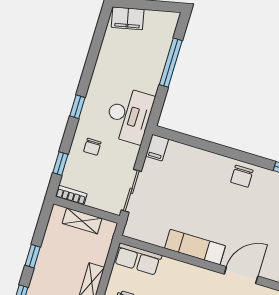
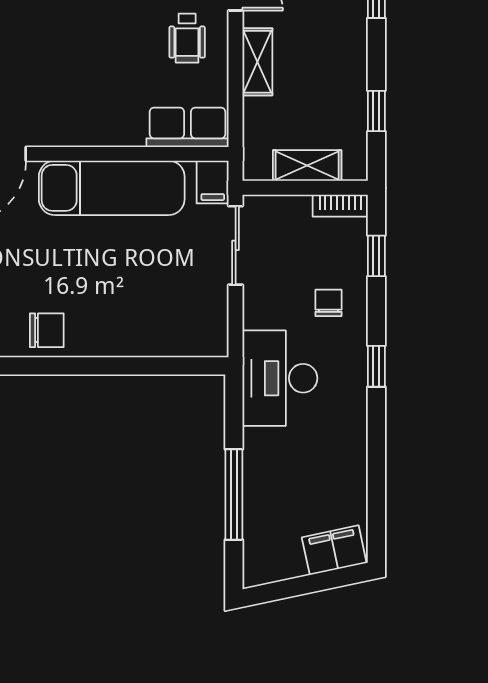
filing cabinet: (157, 148) -> (213, 182), moved, turned 180
chair: (242, 176) -> (47, 330), turned 90
exam couch: (195, 247) -> (112, 188), width x1.36, depth x1.45
window: (33, 256) -> (376, 111), moved

